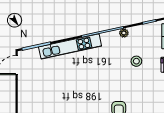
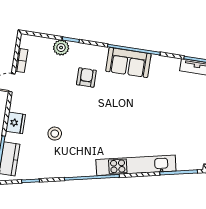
plant: (124, 33) -> (65, 172), removed

